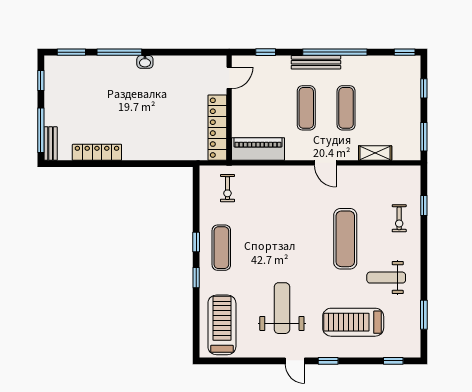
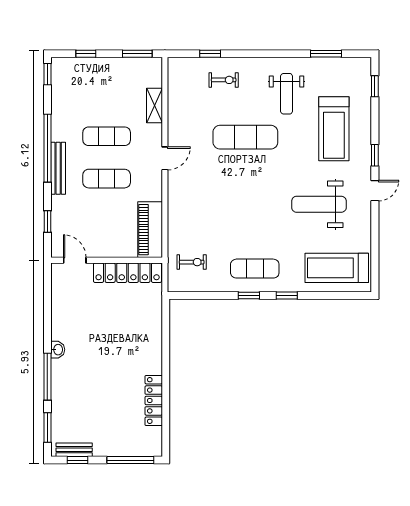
bench: (51, 144) -> (74, 450), moved

